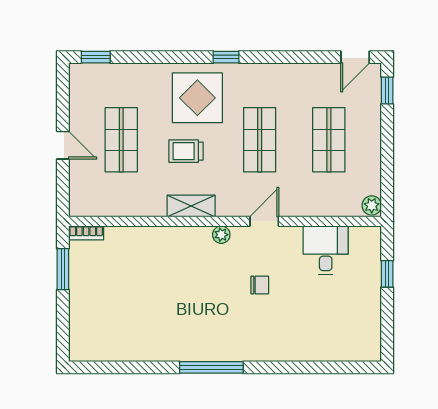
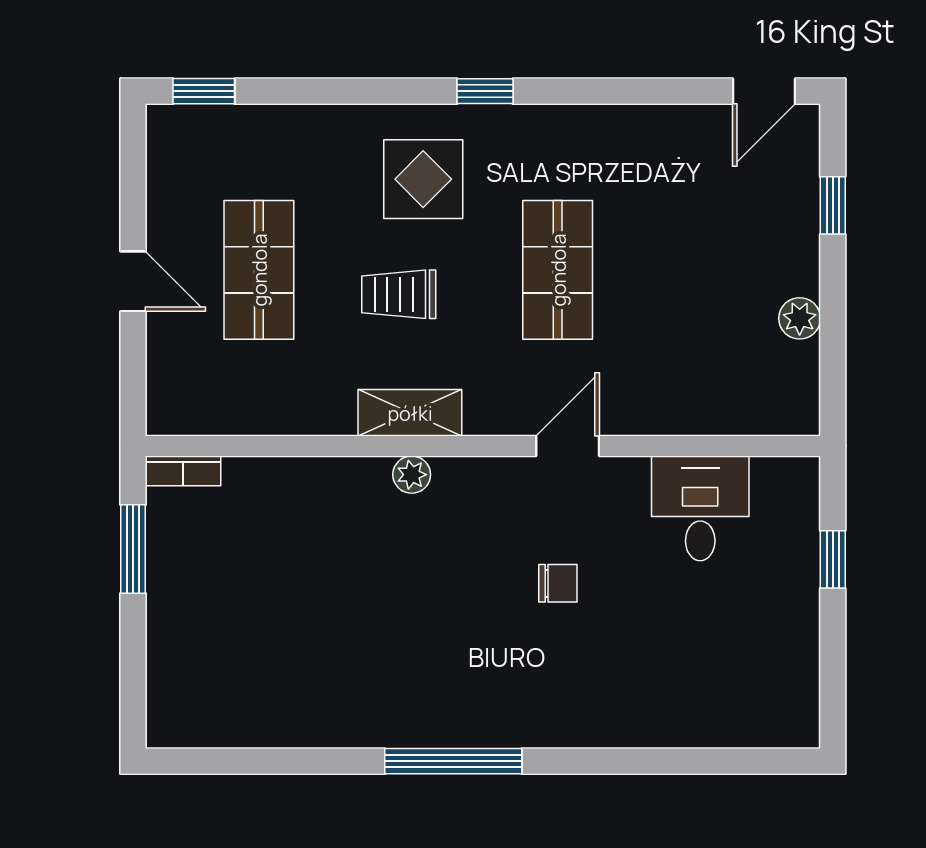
window: (387, 91) -> (833, 205), moved
display table: (197, 98) -> (423, 179), width x0.73, depth x0.73
shop shelf: (329, 140) -> (707, 270), removed
plant: (372, 205) -> (800, 318), moved
plant: (221, 235) -> (412, 475), moved

